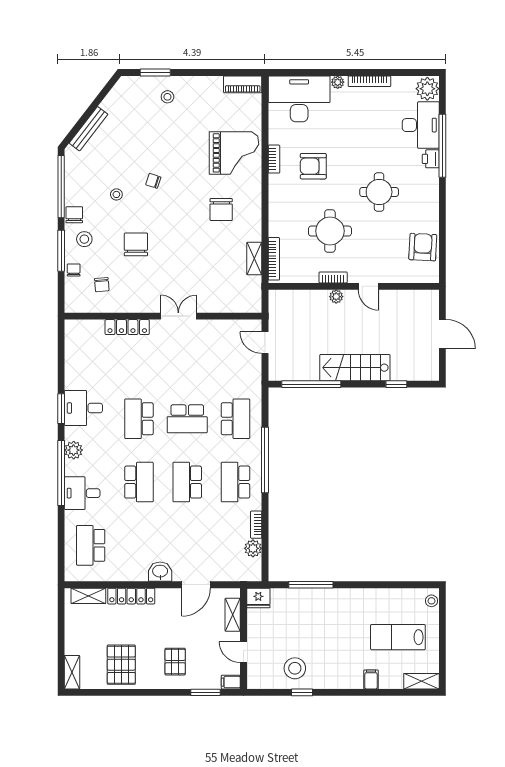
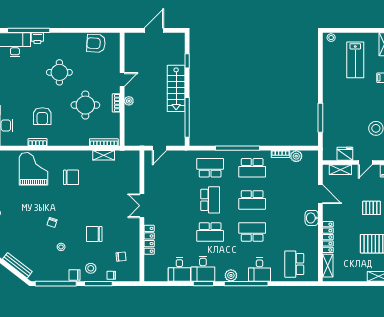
desk: (82, 372) -> (179, 270), added
school desk: (91, 545) -> (294, 264), turned 90
fridge: (258, 598) -> (345, 154), moved, turned -90

